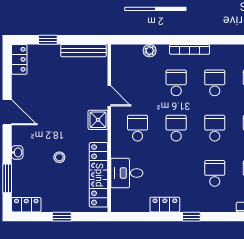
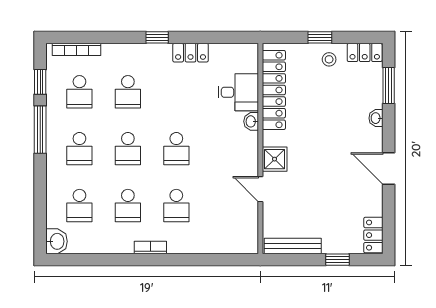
bookcase: (190, 49) -> (150, 248), width x0.64
plant: (150, 51) -> (210, 246), removed
school desk: (138, 128) -> (225, 149), removed
washbasin: (117, 150) -> (251, 121), added
stool: (59, 157) -> (329, 59), moved

